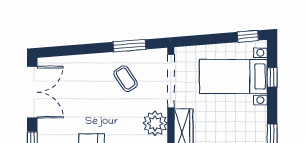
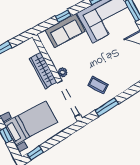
plant: (155, 123) -> (63, 72), width x0.53, depth x0.53

